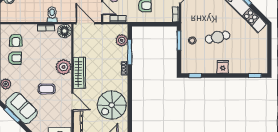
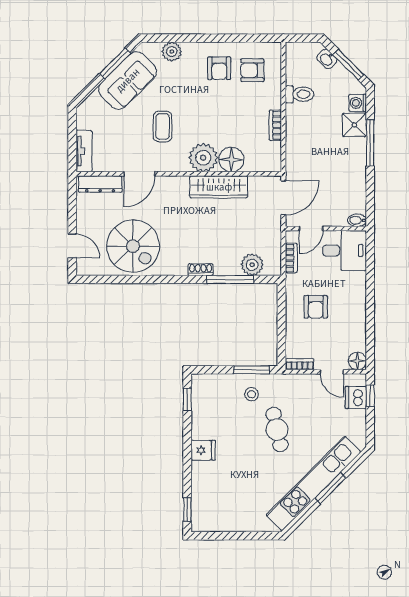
toilet: (52, 14) -> (299, 94), moved
floor lamp: (64, 31) -> (231, 159), moved
cafe table: (218, 37) -> (277, 429), moved
wardrobe: (79, 73) -> (219, 187), moved
spiral stairs: (112, 105) -> (133, 246), turned 180

